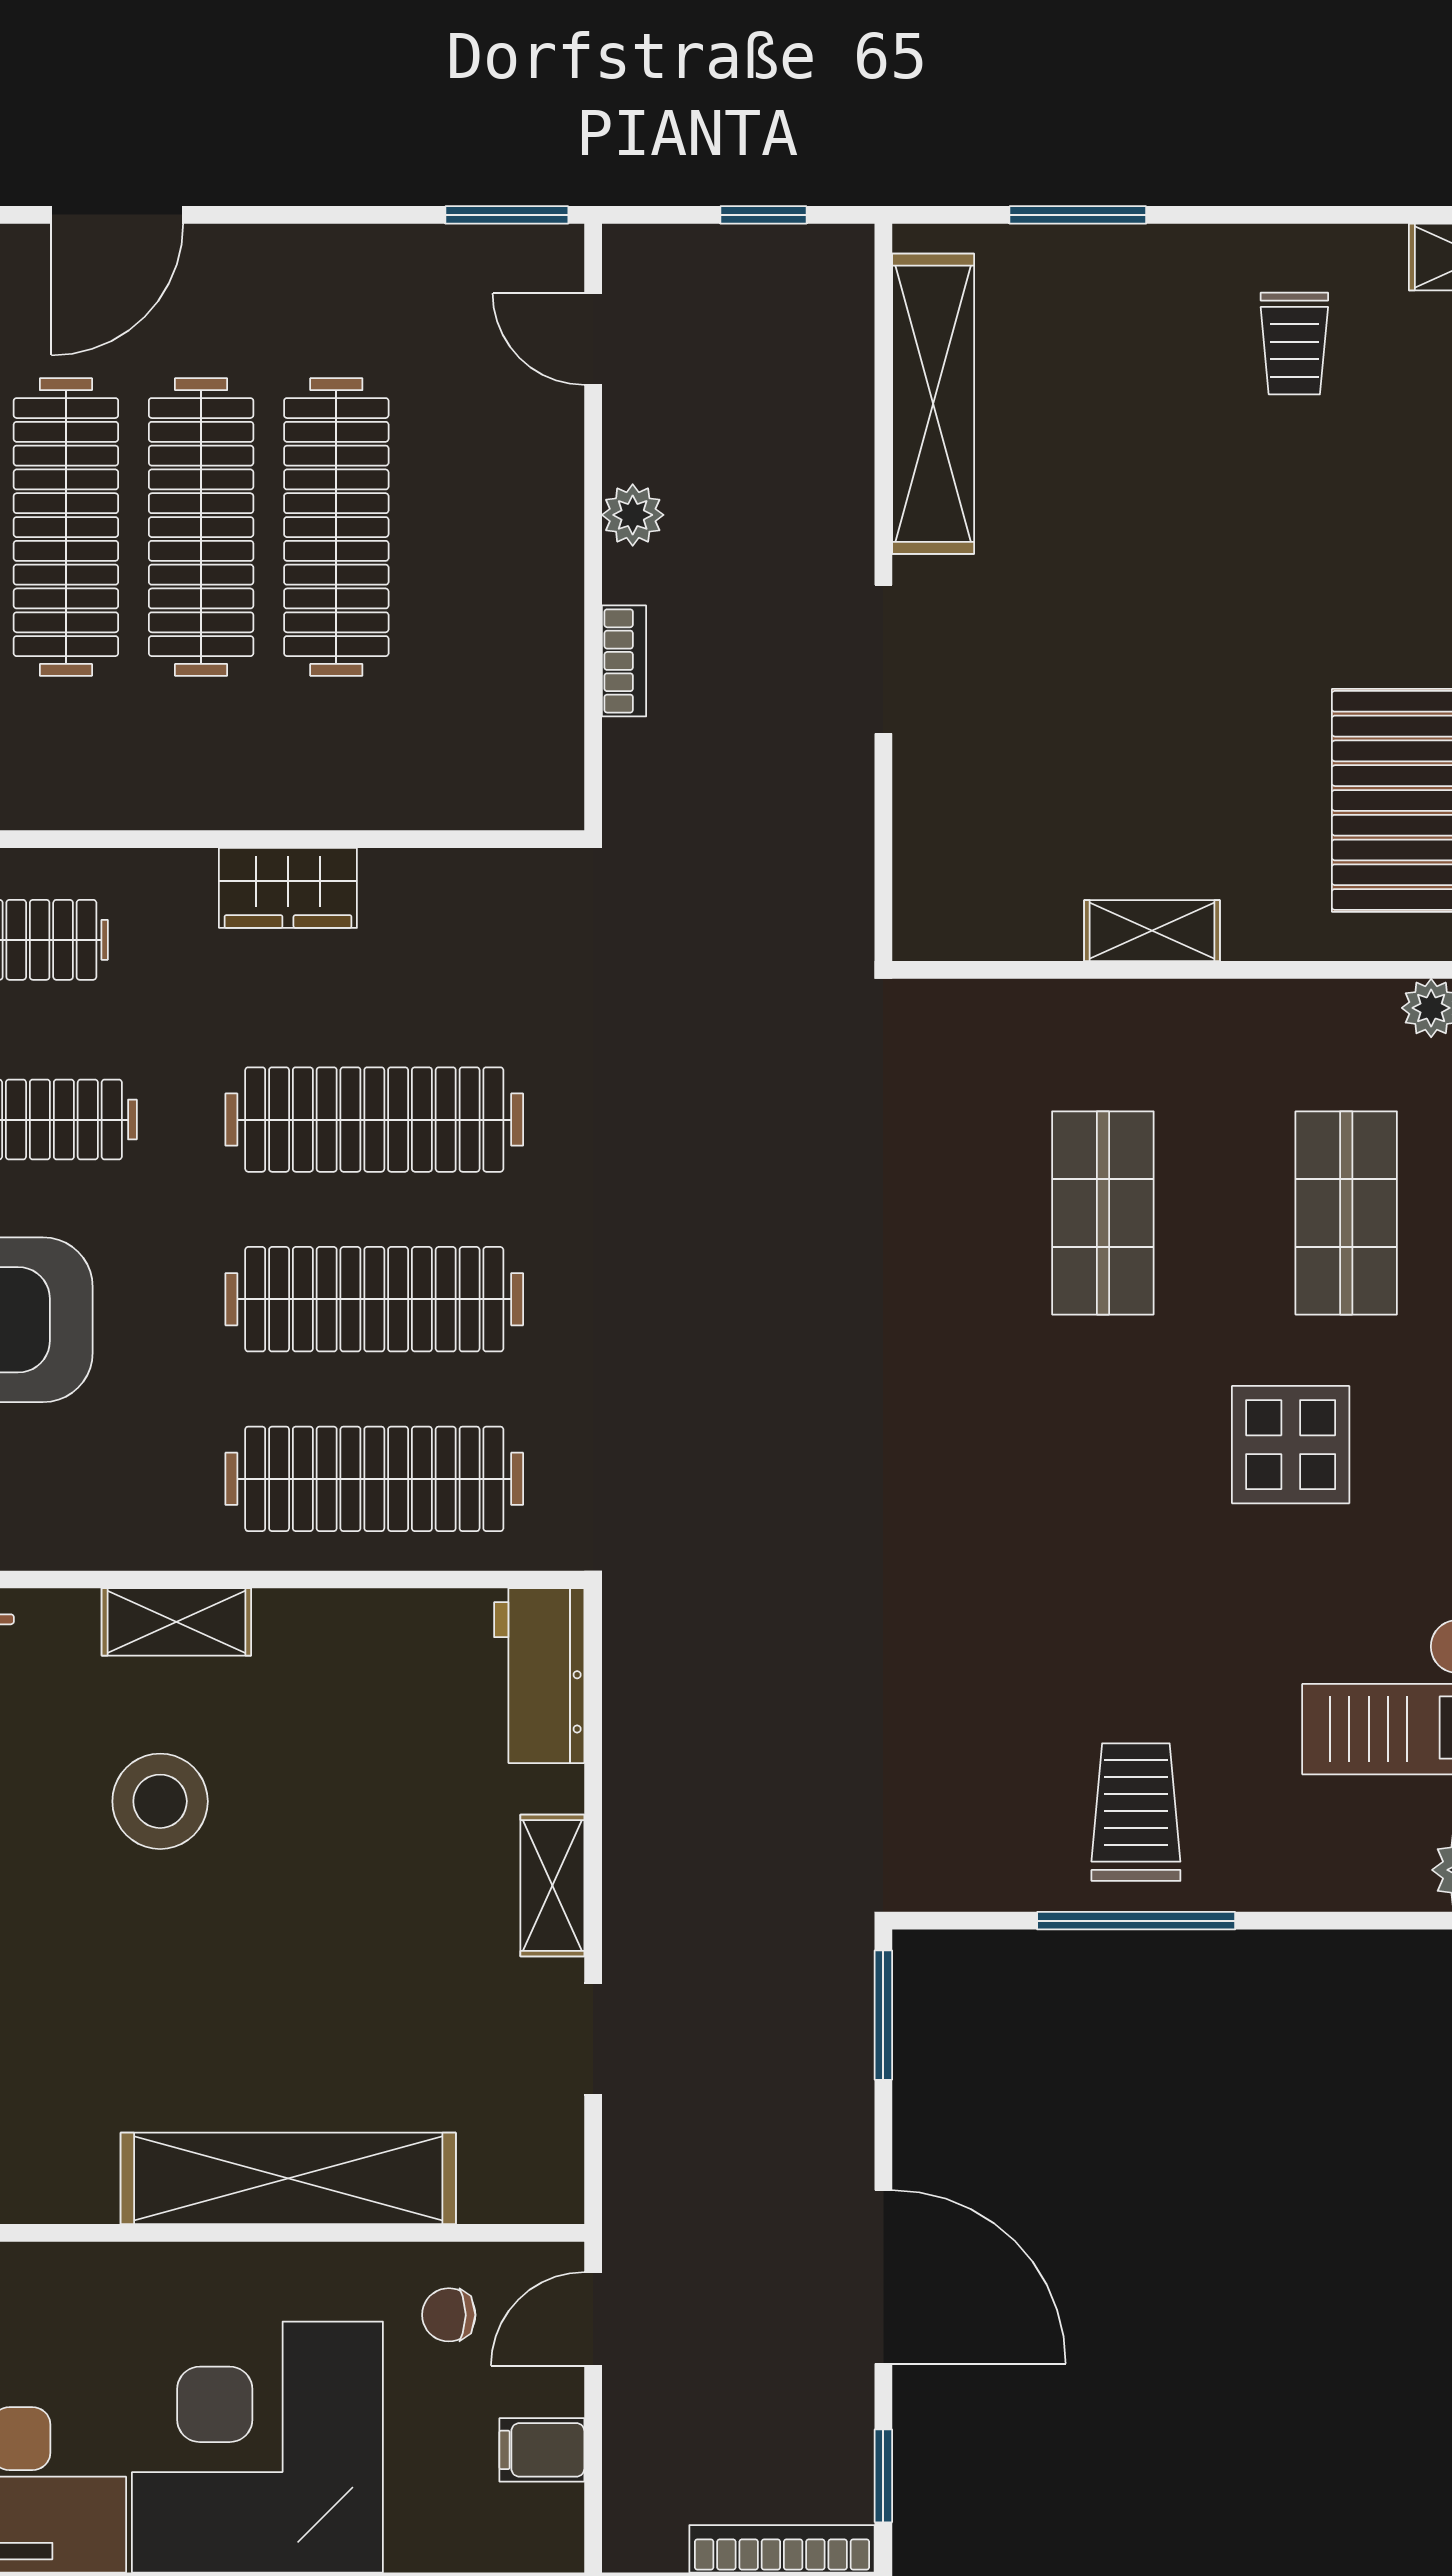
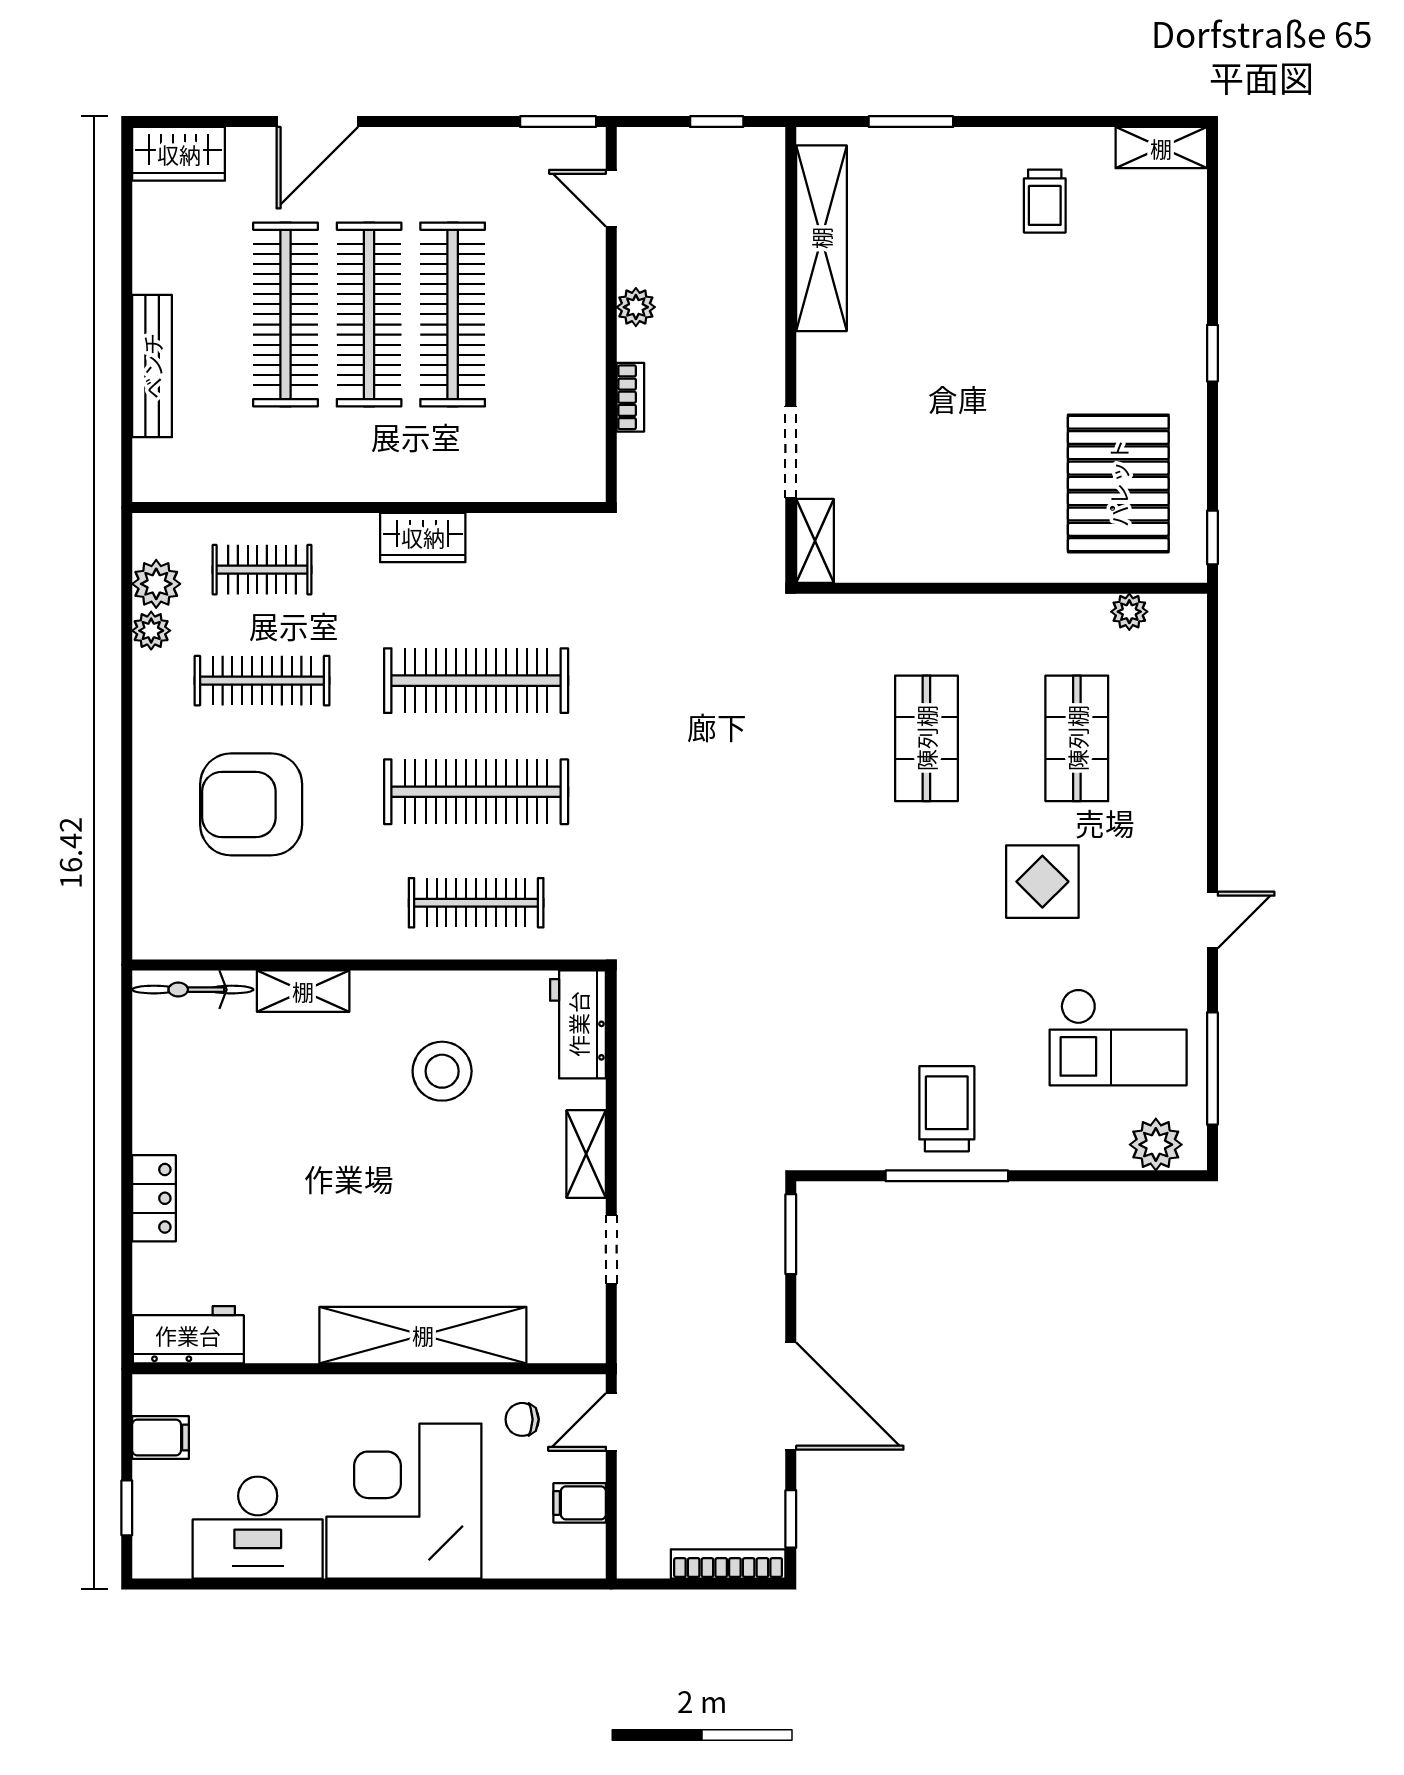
doorway: (883, 659) -> (791, 452), moved
shelving: (1152, 931) -> (815, 541), moved, turned 90
clothes rail: (374, 1479) -> (476, 903), width x0.73, depth x0.76
shelving: (176, 1622) -> (303, 991), moved
stool: (160, 1801) -> (442, 1071), moved

